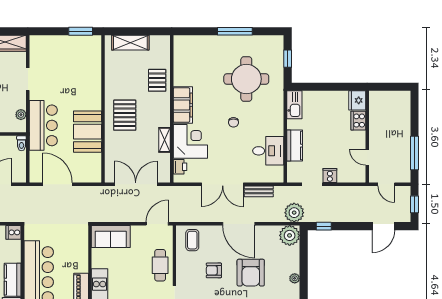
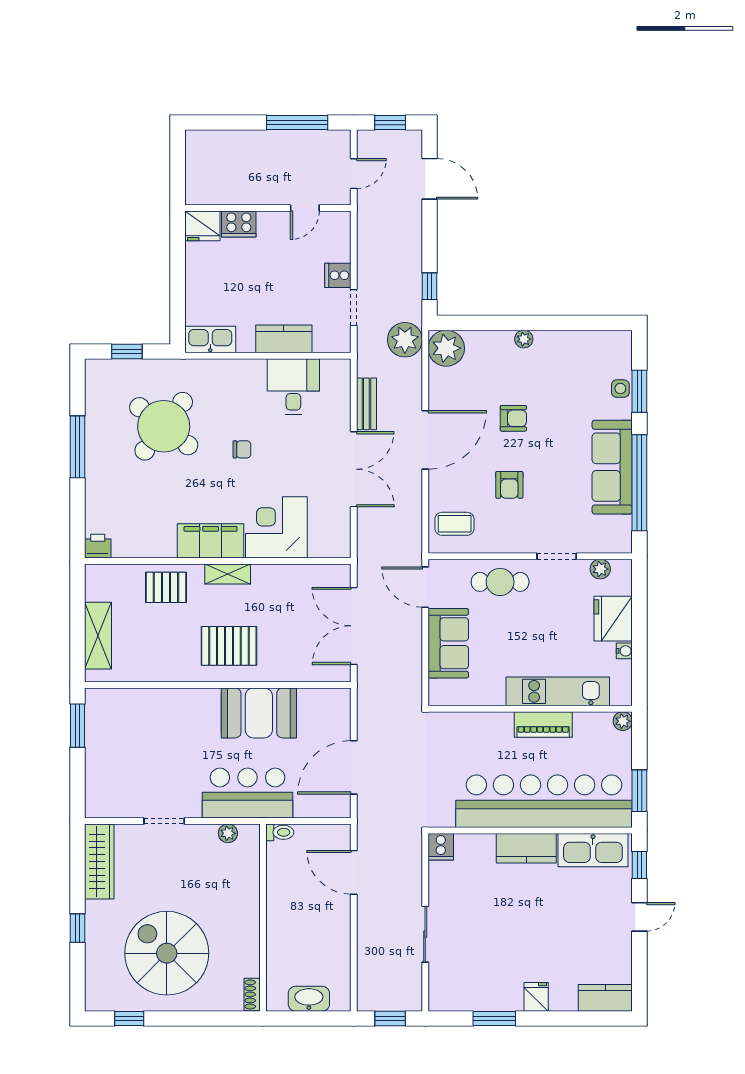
round table: (246, 79) -> (164, 426), turned 38
shelving: (165, 140) -> (228, 574), moved
printer: (180, 167) -> (98, 546), moved
sofa: (111, 237) -> (448, 643), moved
armchair: (251, 273) -> (513, 418), width x0.53, depth x0.53

